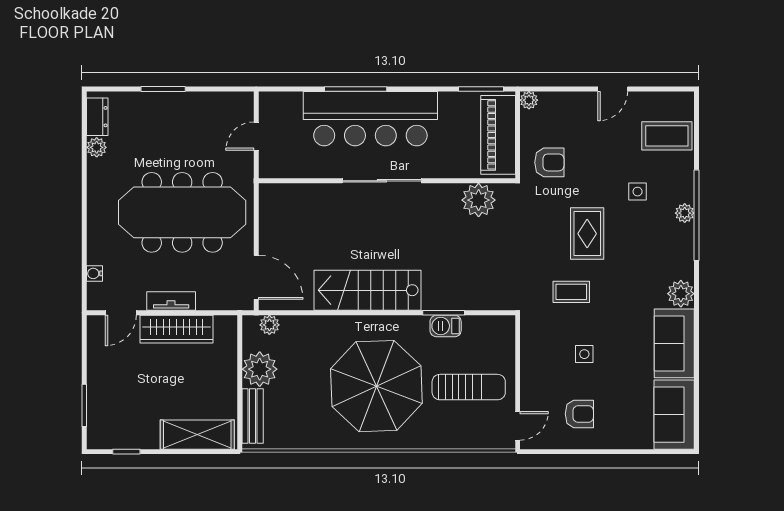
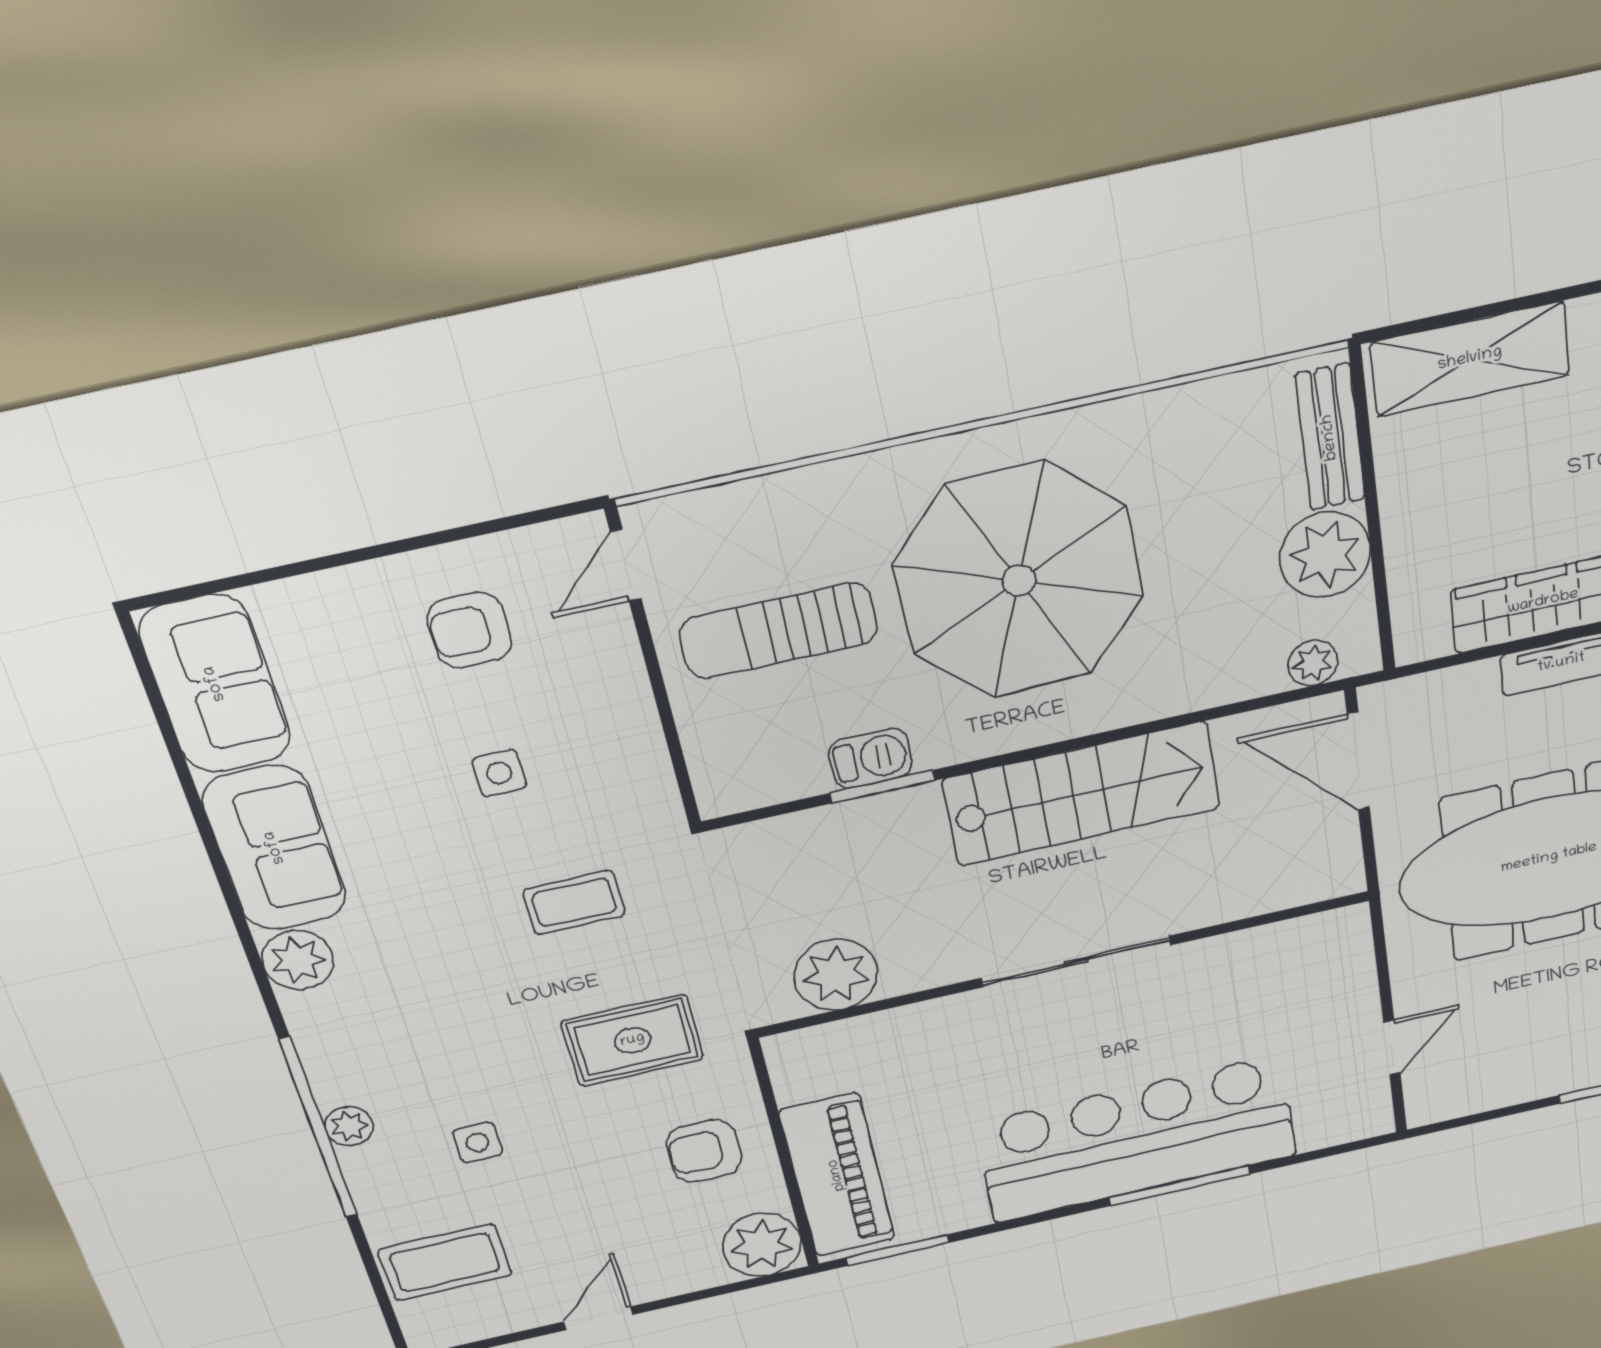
plant: (529, 100) -> (762, 1245), width x1.88, depth x1.88
sliding door: (382, 181) -> (1076, 962), moved
wall: (387, 181) -> (1064, 964), moved
plant: (479, 200) -> (836, 975), moved
rug: (587, 234) -> (633, 1040), moved, turned 90

